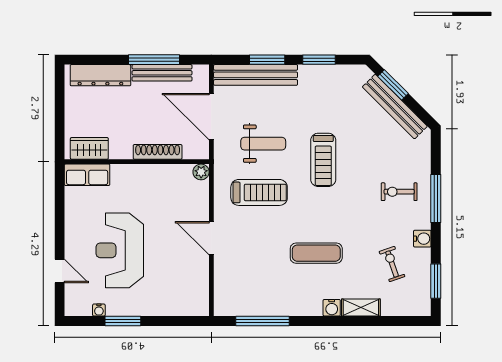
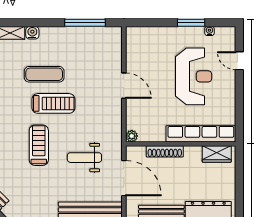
row of seats: (87, 175) -> (201, 134), width x2.02
treadmill: (259, 192) -> (53, 103), moved, turned 180

